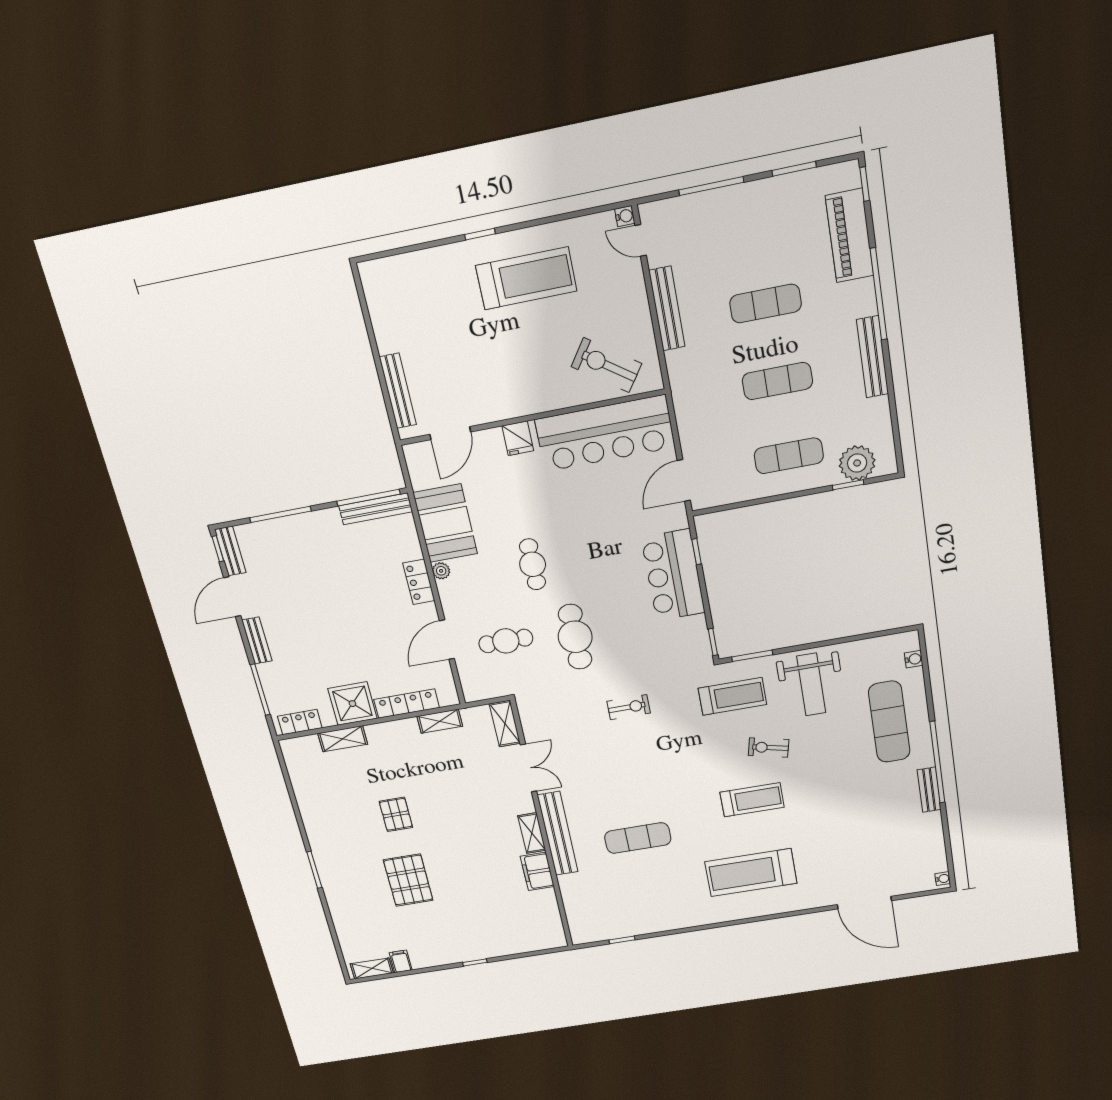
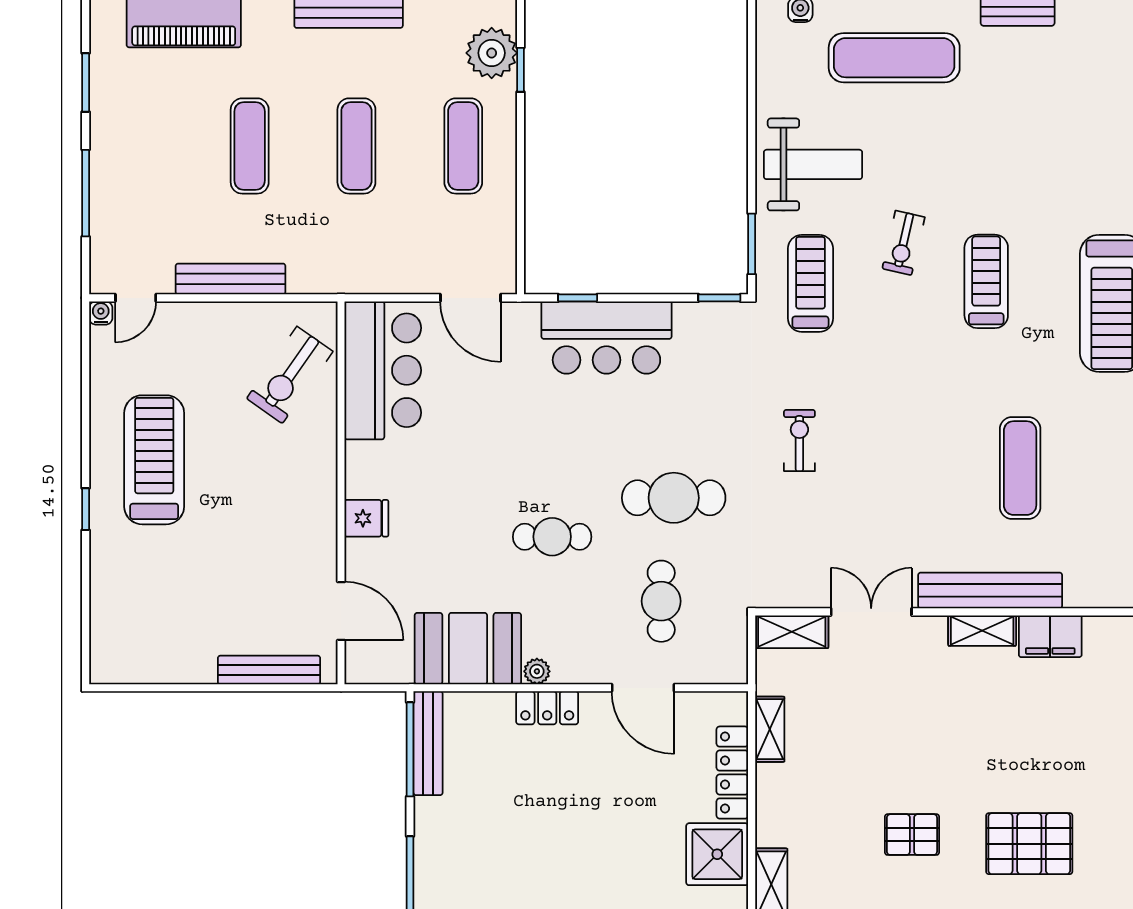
bar counter: (605, 433) -> (383, 370), width x0.73

